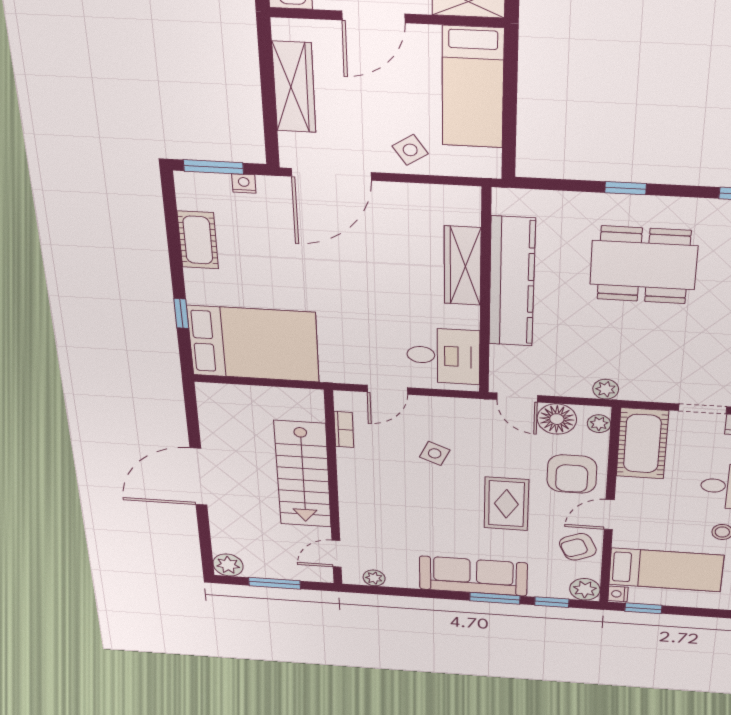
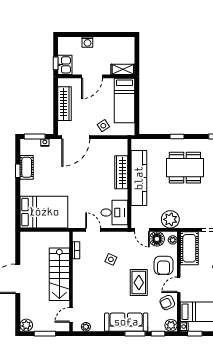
window: (181, 313) -> (18, 171), moved
plant: (606, 389) -> (170, 219), width x1.88, depth x1.88
door: (387, 390) -> (93, 230), swing flipped

